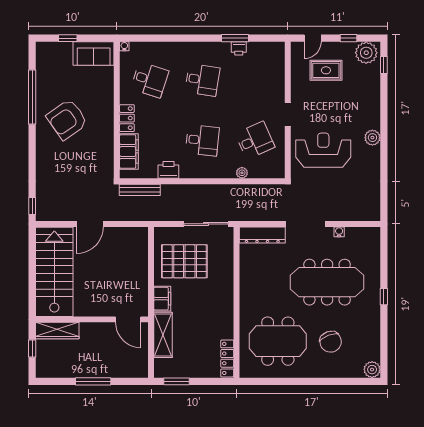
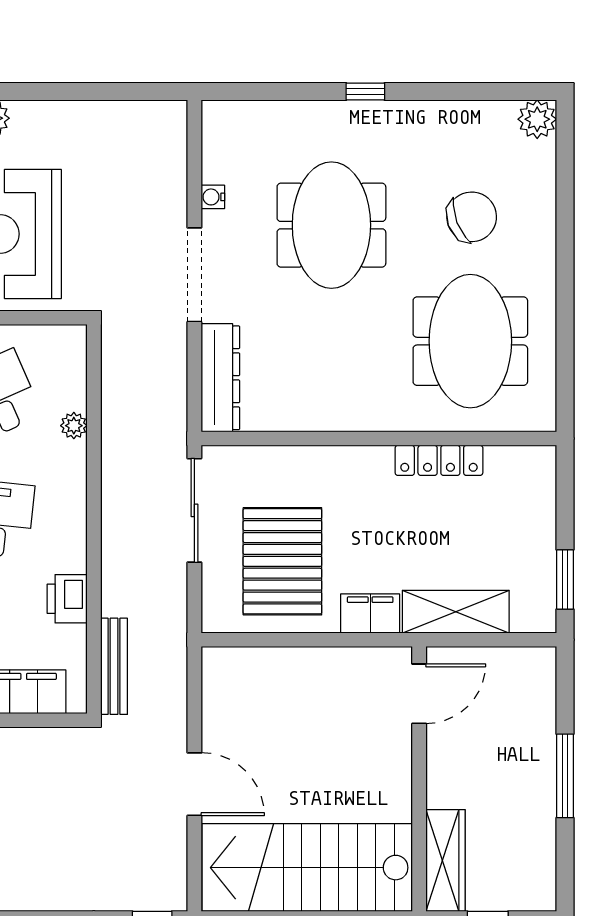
meeting table: (327, 282) -> (331, 225), width x0.73
locker: (227, 358) -> (439, 460), moved

